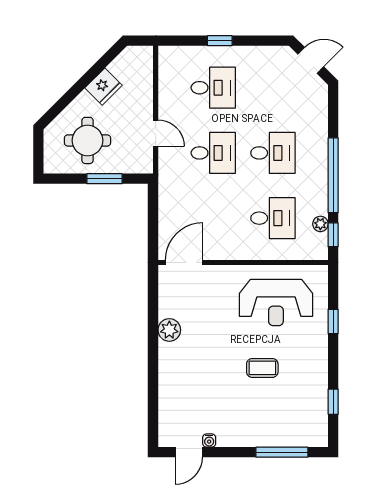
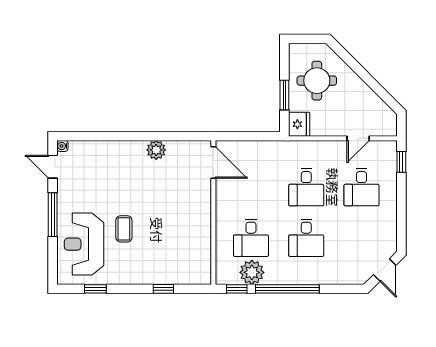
window: (220, 41) -> (401, 162), moved
fridge: (103, 87) -> (299, 124), moved, turned -135
door: (156, 133) -> (358, 138), moved
plant: (320, 224) -> (252, 272), width x1.88, depth x1.88
reception desk: (276, 302) -> (84, 244), moved
water cooler: (209, 441) -> (62, 146), moved
window: (282, 452) -> (53, 215), moved

